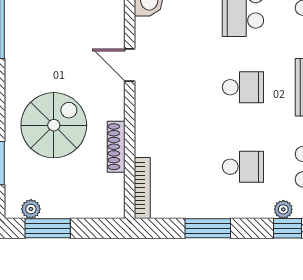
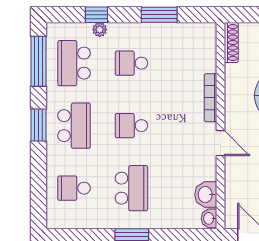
shoe rack: (116, 147) -> (231, 43), moved
bookcase: (142, 188) -> (211, 98), moved

